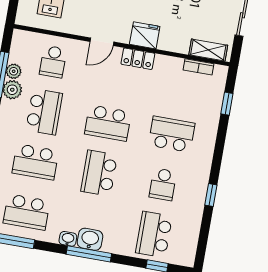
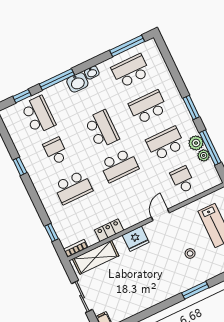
shelving: (208, 50) -> (96, 257), width x1.50, depth x1.33
locker: (138, 59) -> (109, 230), moved
bookcase: (198, 67) -> (76, 248), moved
school desk: (44, 112) -> (165, 143), turned 90
school desk: (108, 123) -> (119, 165), turned 180
window: (89, 254) -> (57, 79), moved

